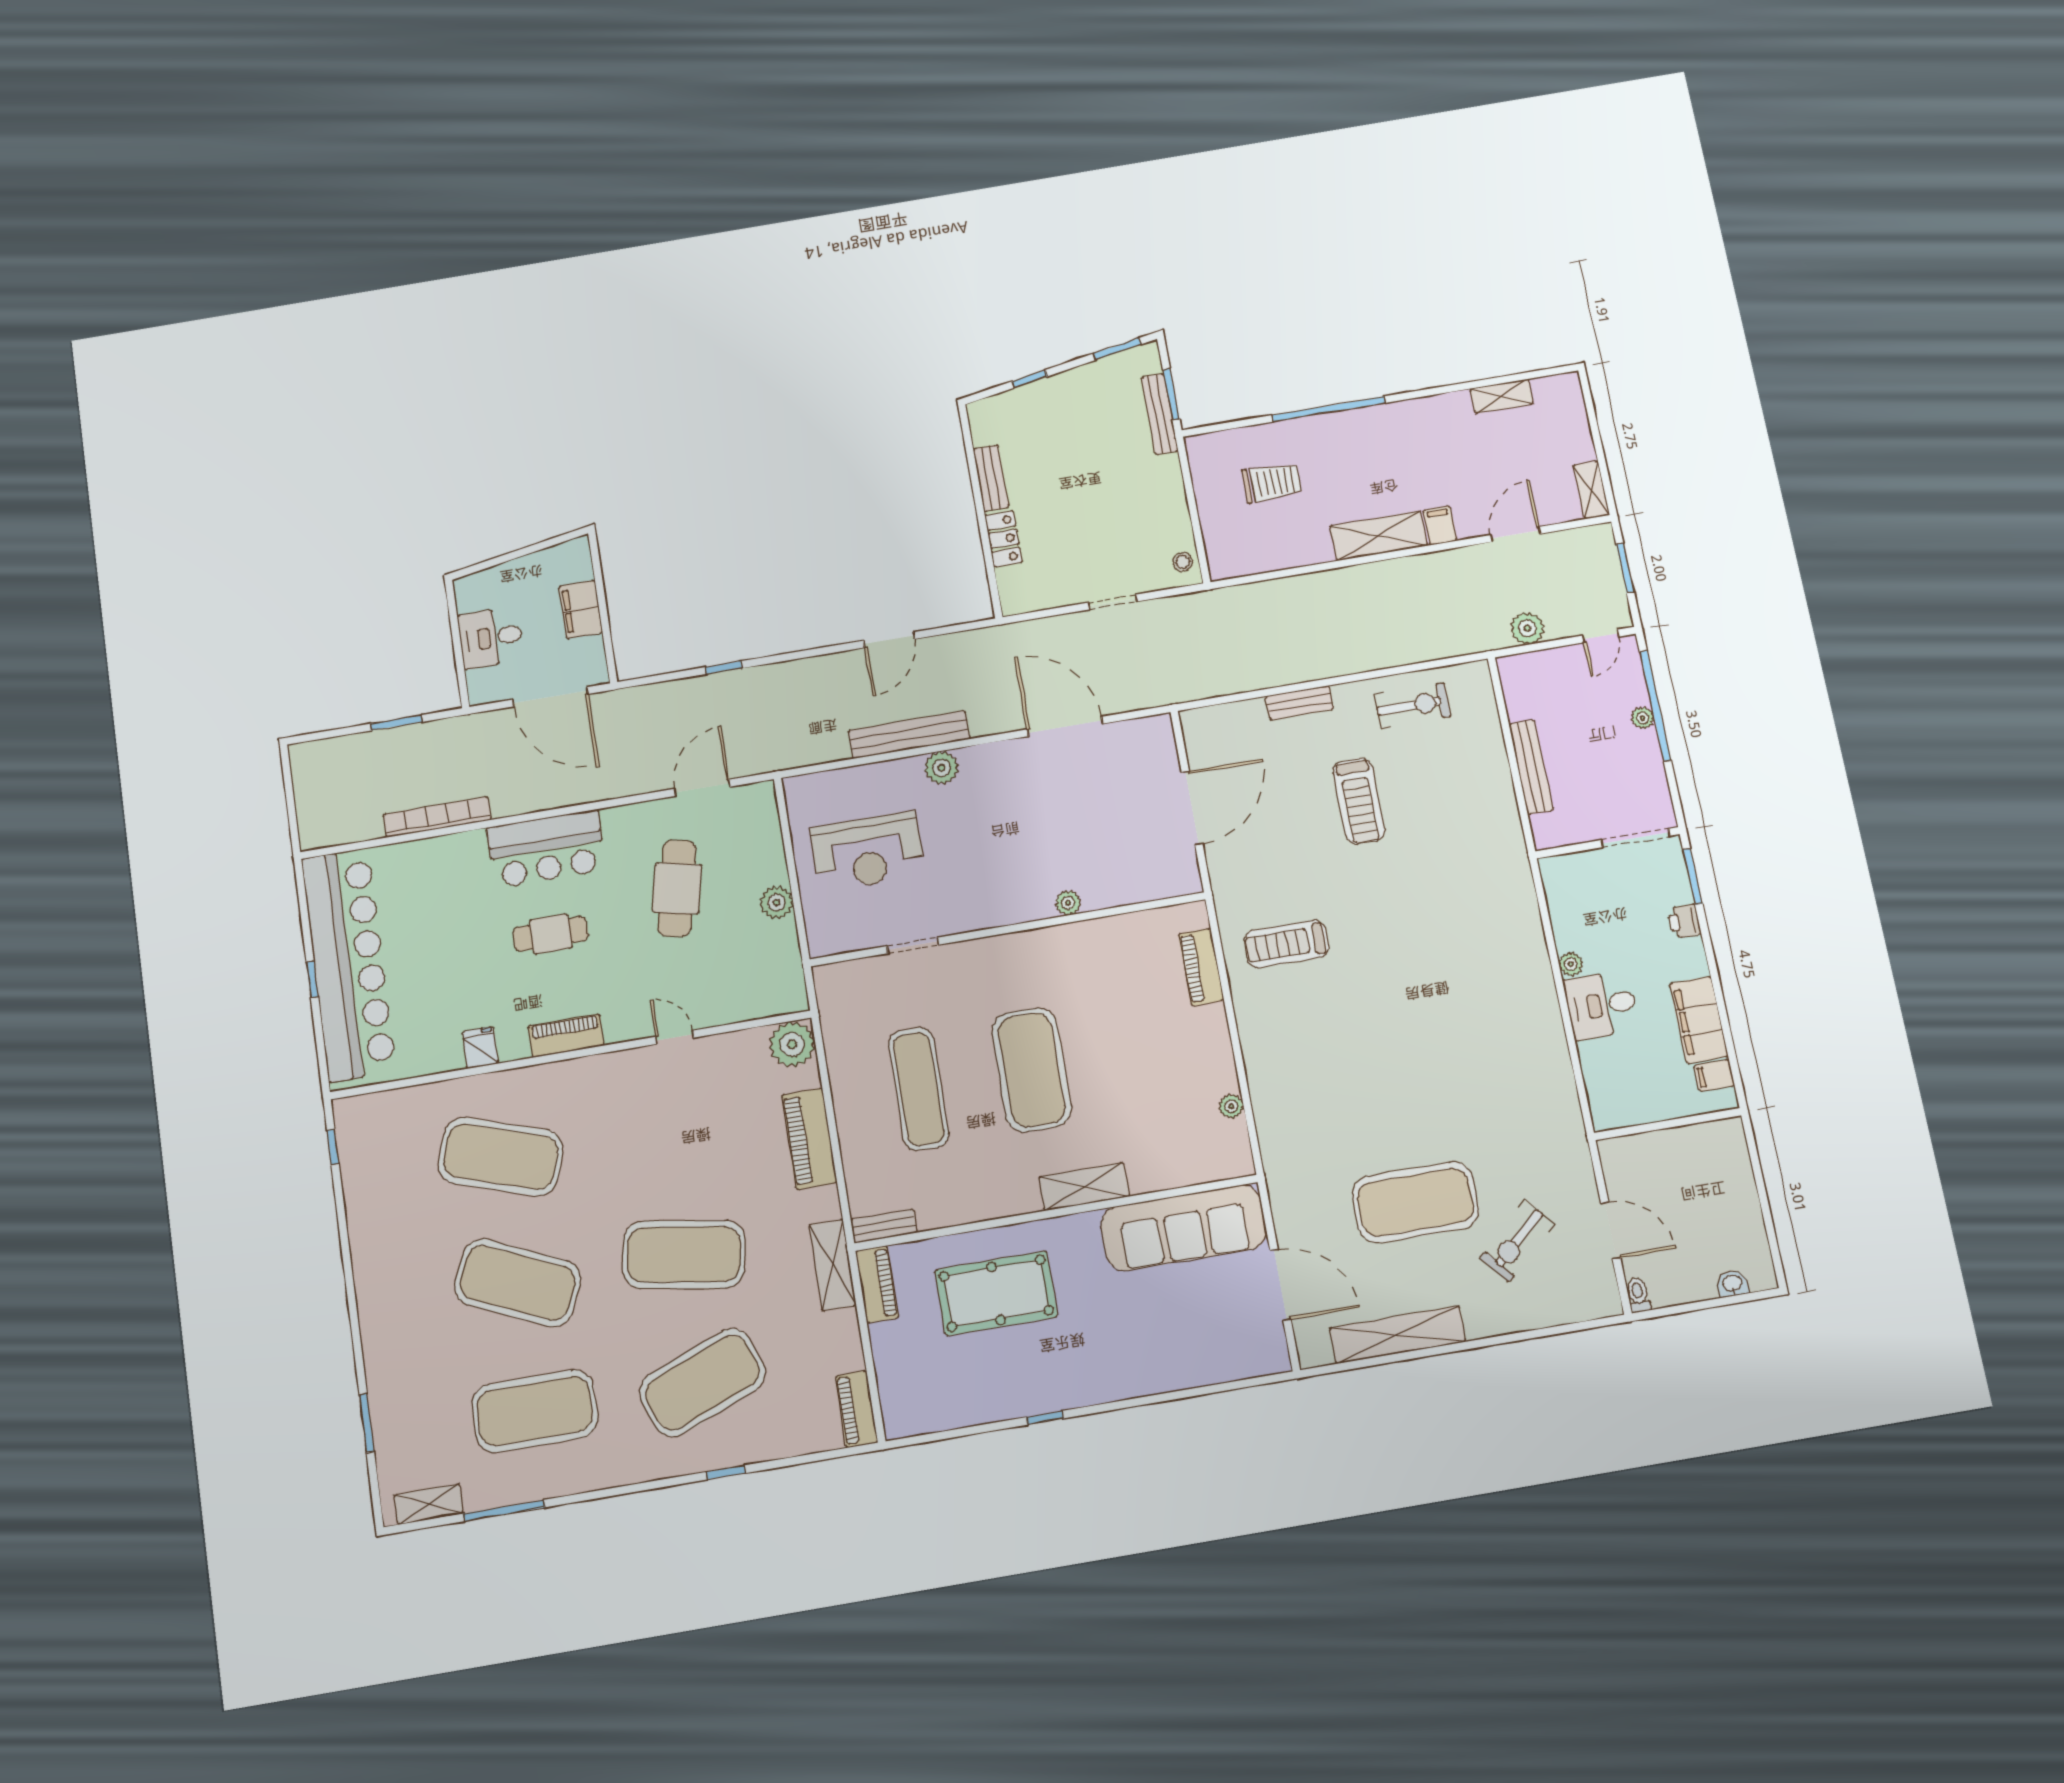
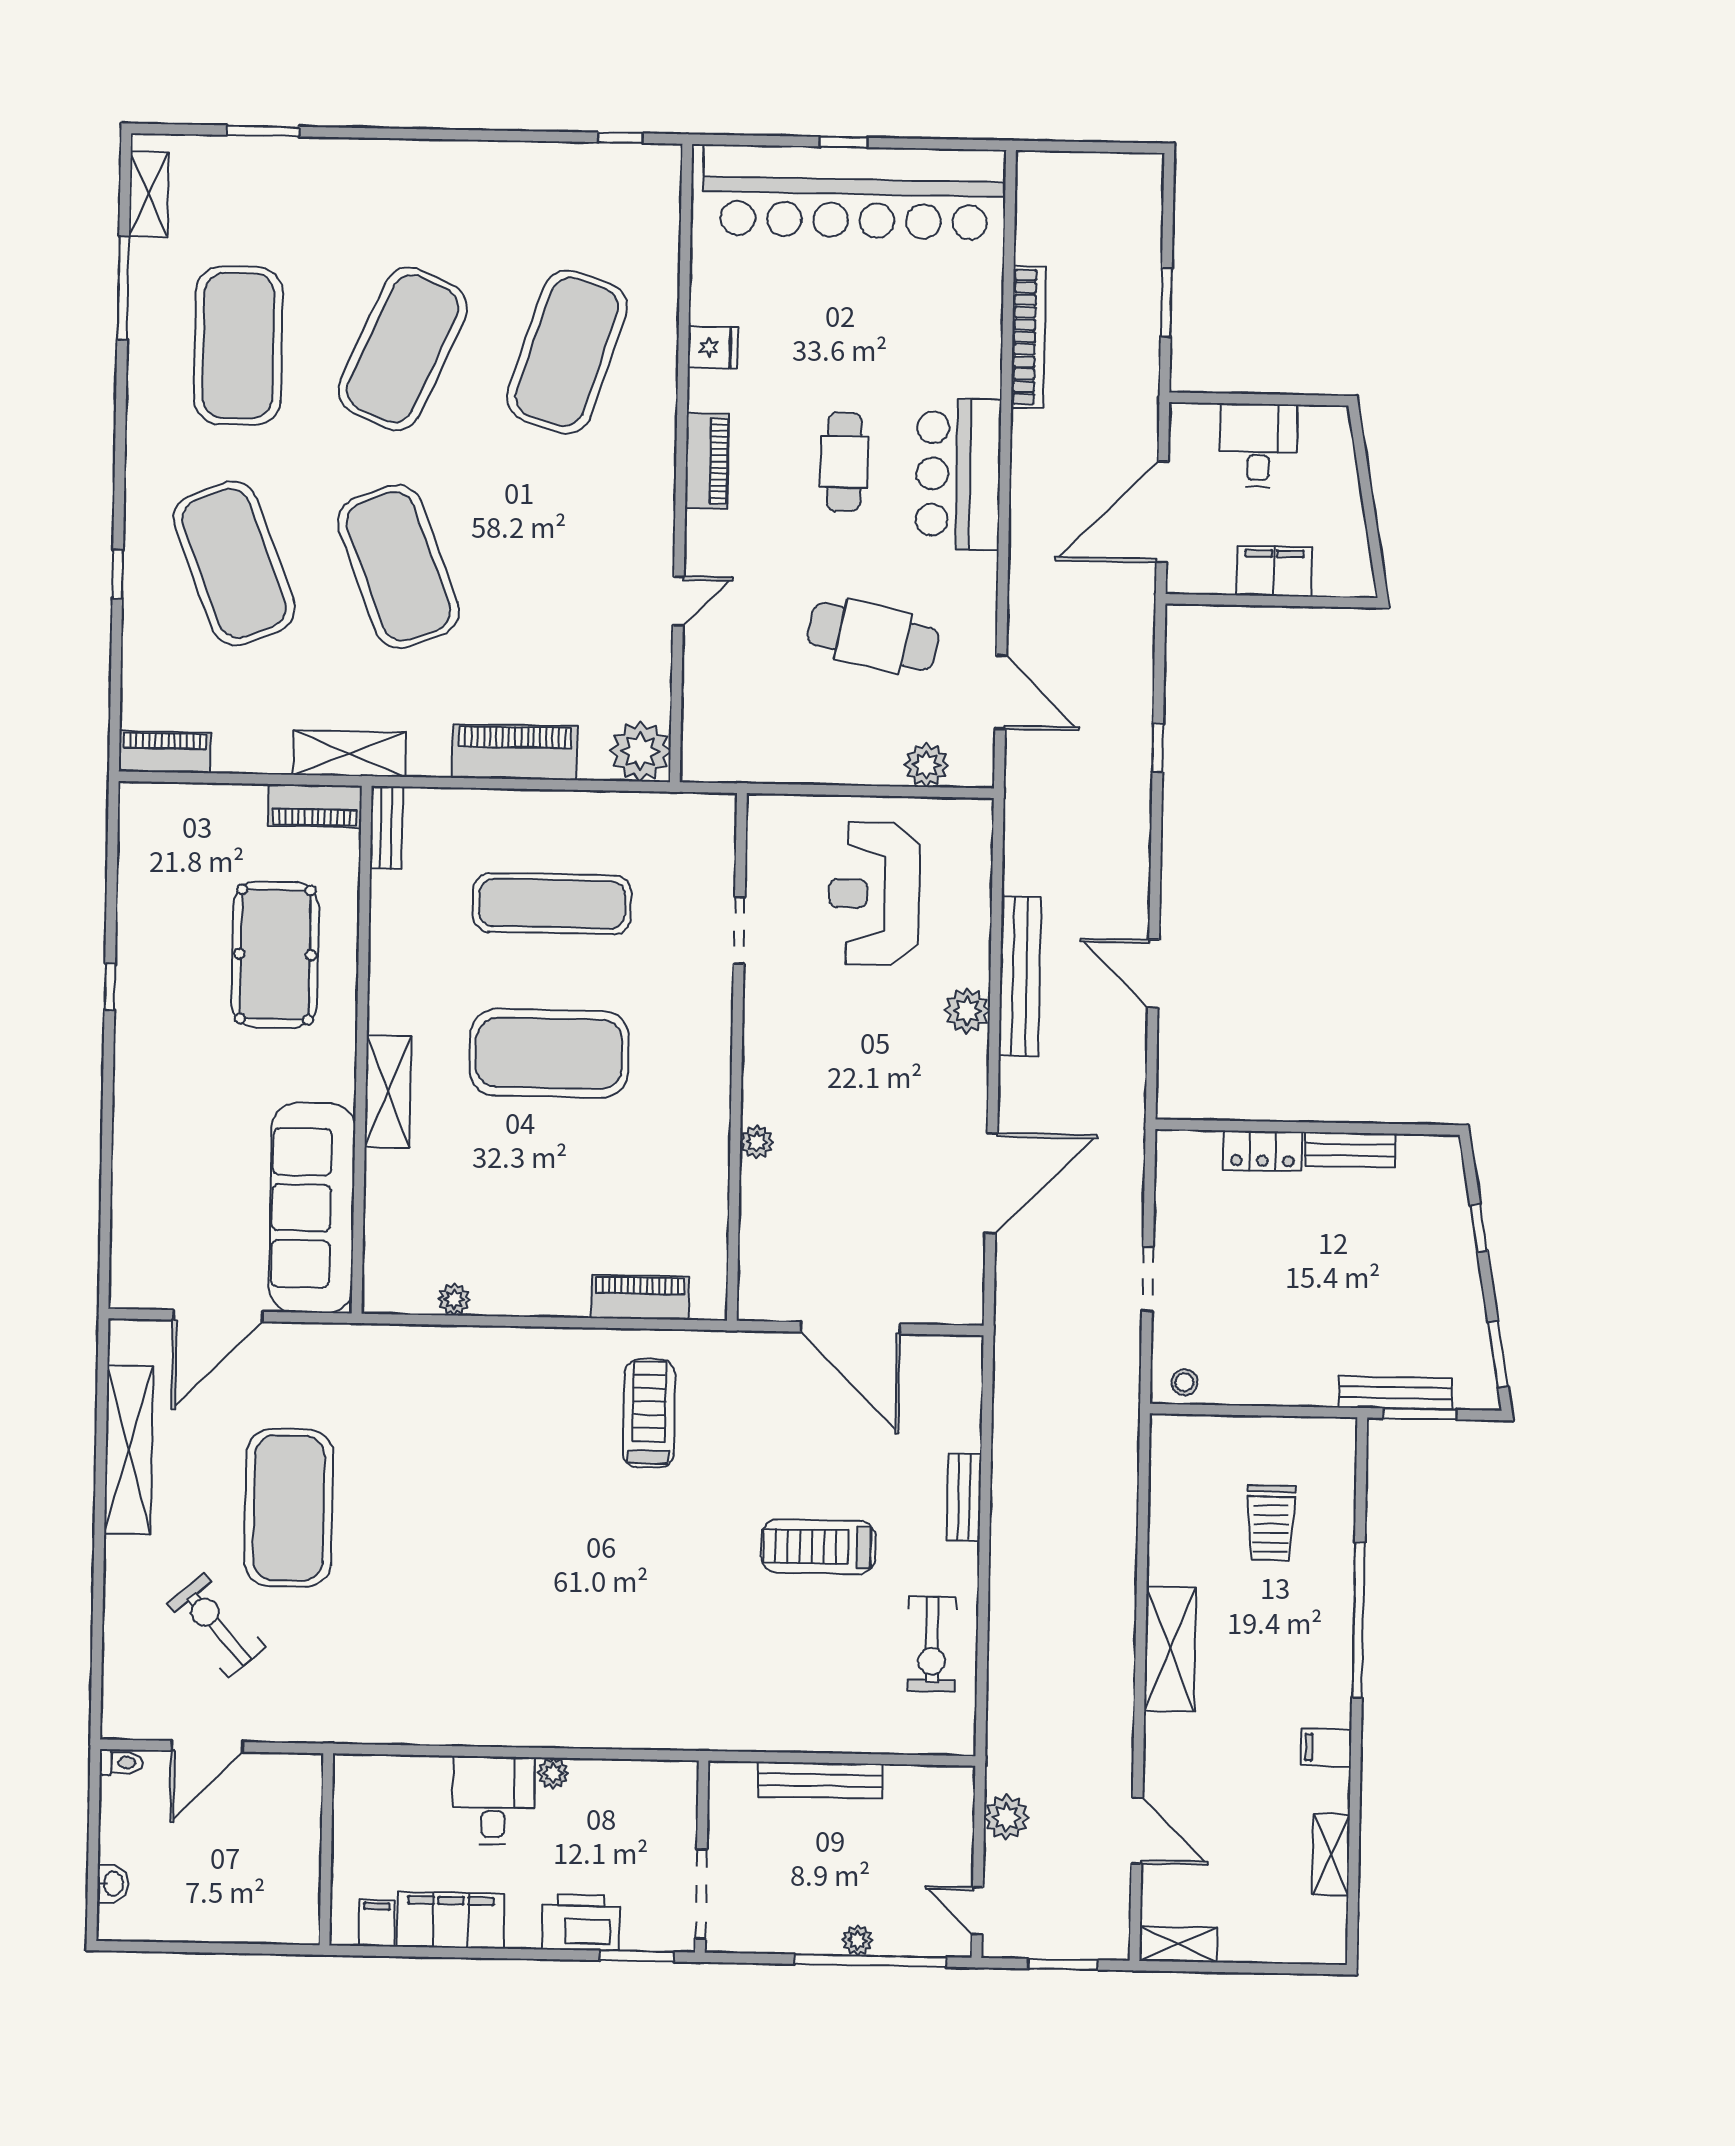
filing cabinet: (1440, 525) -> (1326, 1747), moved, turned 180
plant: (777, 903) -> (926, 765), moved
printer: (1684, 921) -> (581, 1922), width x1.87, depth x1.48
exercise mat: (684, 1254) -> (398, 566), turned -30

